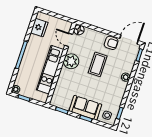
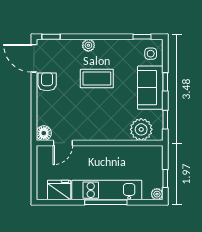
plant: (71, 61) -> (141, 129), moved
coffee table: (98, 64) -> (97, 78), moved
kitchen unit: (50, 70) -> (107, 190), moved, turned 180

